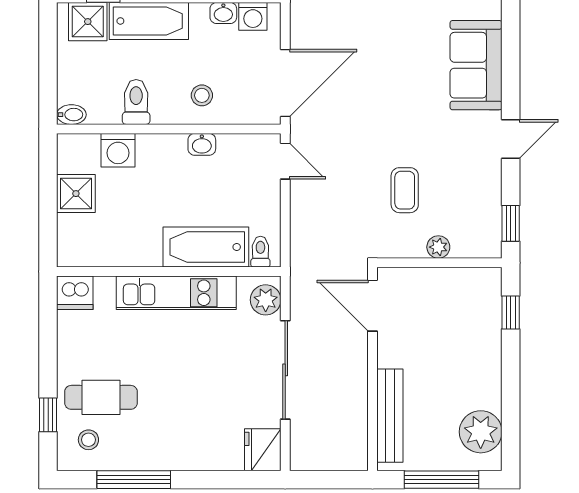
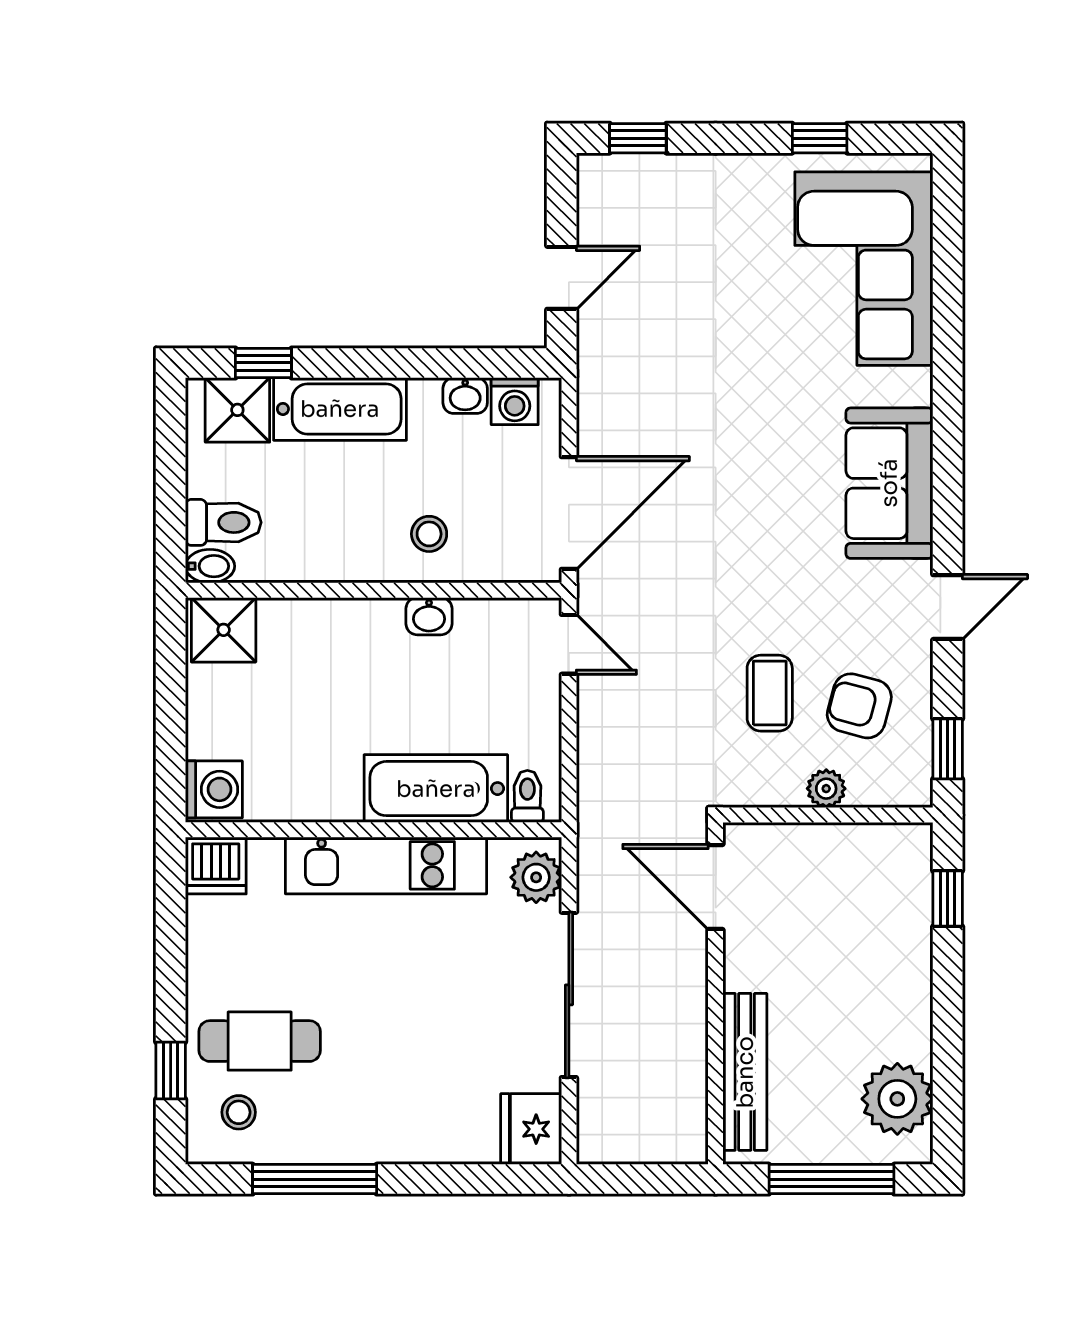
toilet: (136, 102) -> (223, 522), moved, turned 90
washing machine: (118, 150) -> (214, 789), moved, turned -90
shower: (76, 194) -> (224, 630), moved
armchair: (458, 198) -> (859, 706), added

